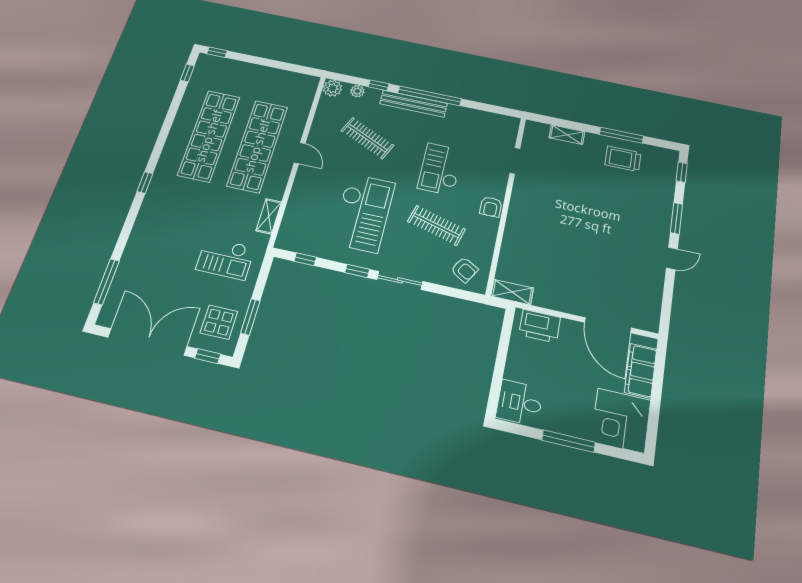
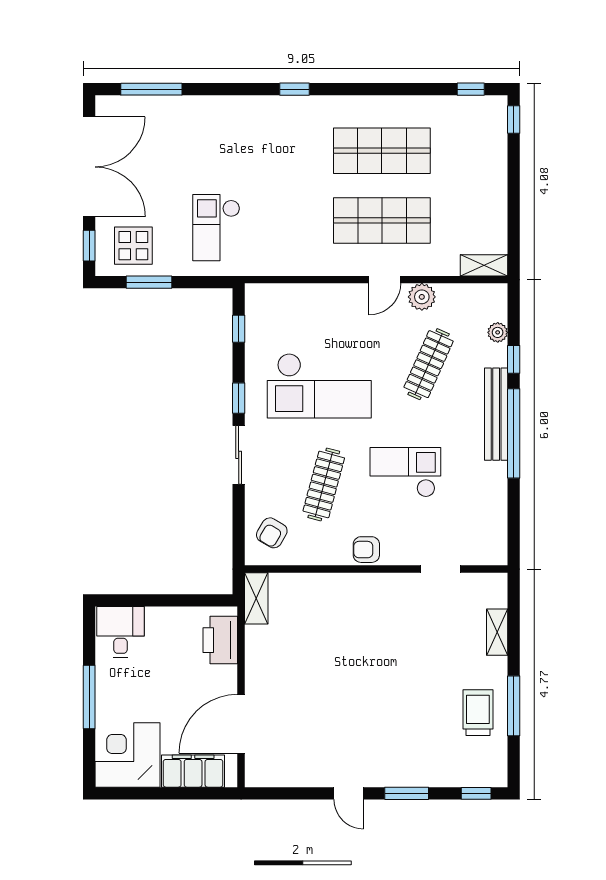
plant: (332, 88) -> (422, 297), moved
shop shelf: (209, 136) -> (382, 151), width x0.71
shop shelf: (257, 146) -> (382, 220), width x0.71
shelving: (269, 216) -> (484, 265), moved

